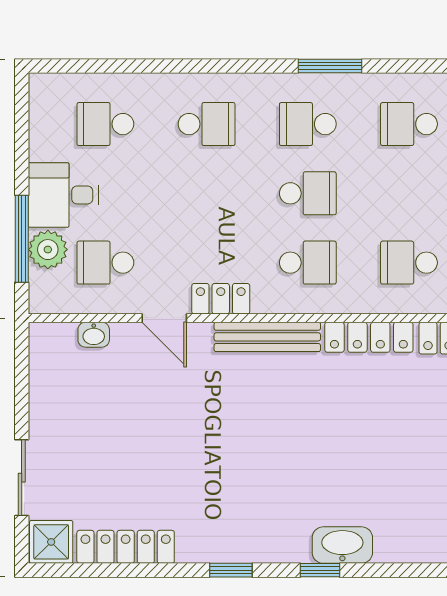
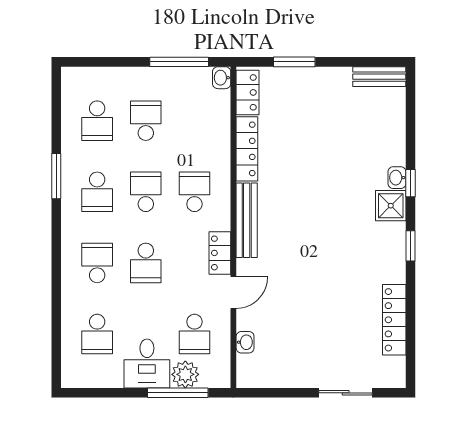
school desk: (207, 193) -> (146, 263), added
school desk: (409, 263) -> (146, 121), moved, turned 180
shower: (51, 542) -> (391, 206), moved
washbasin: (342, 545) -> (397, 178), width x0.52, depth x0.69

